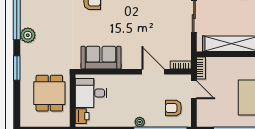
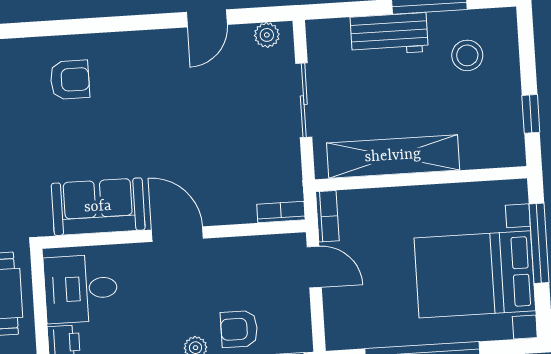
door: (153, 72) -> (177, 234), moved
armchair: (173, 108) -> (239, 329), moved

